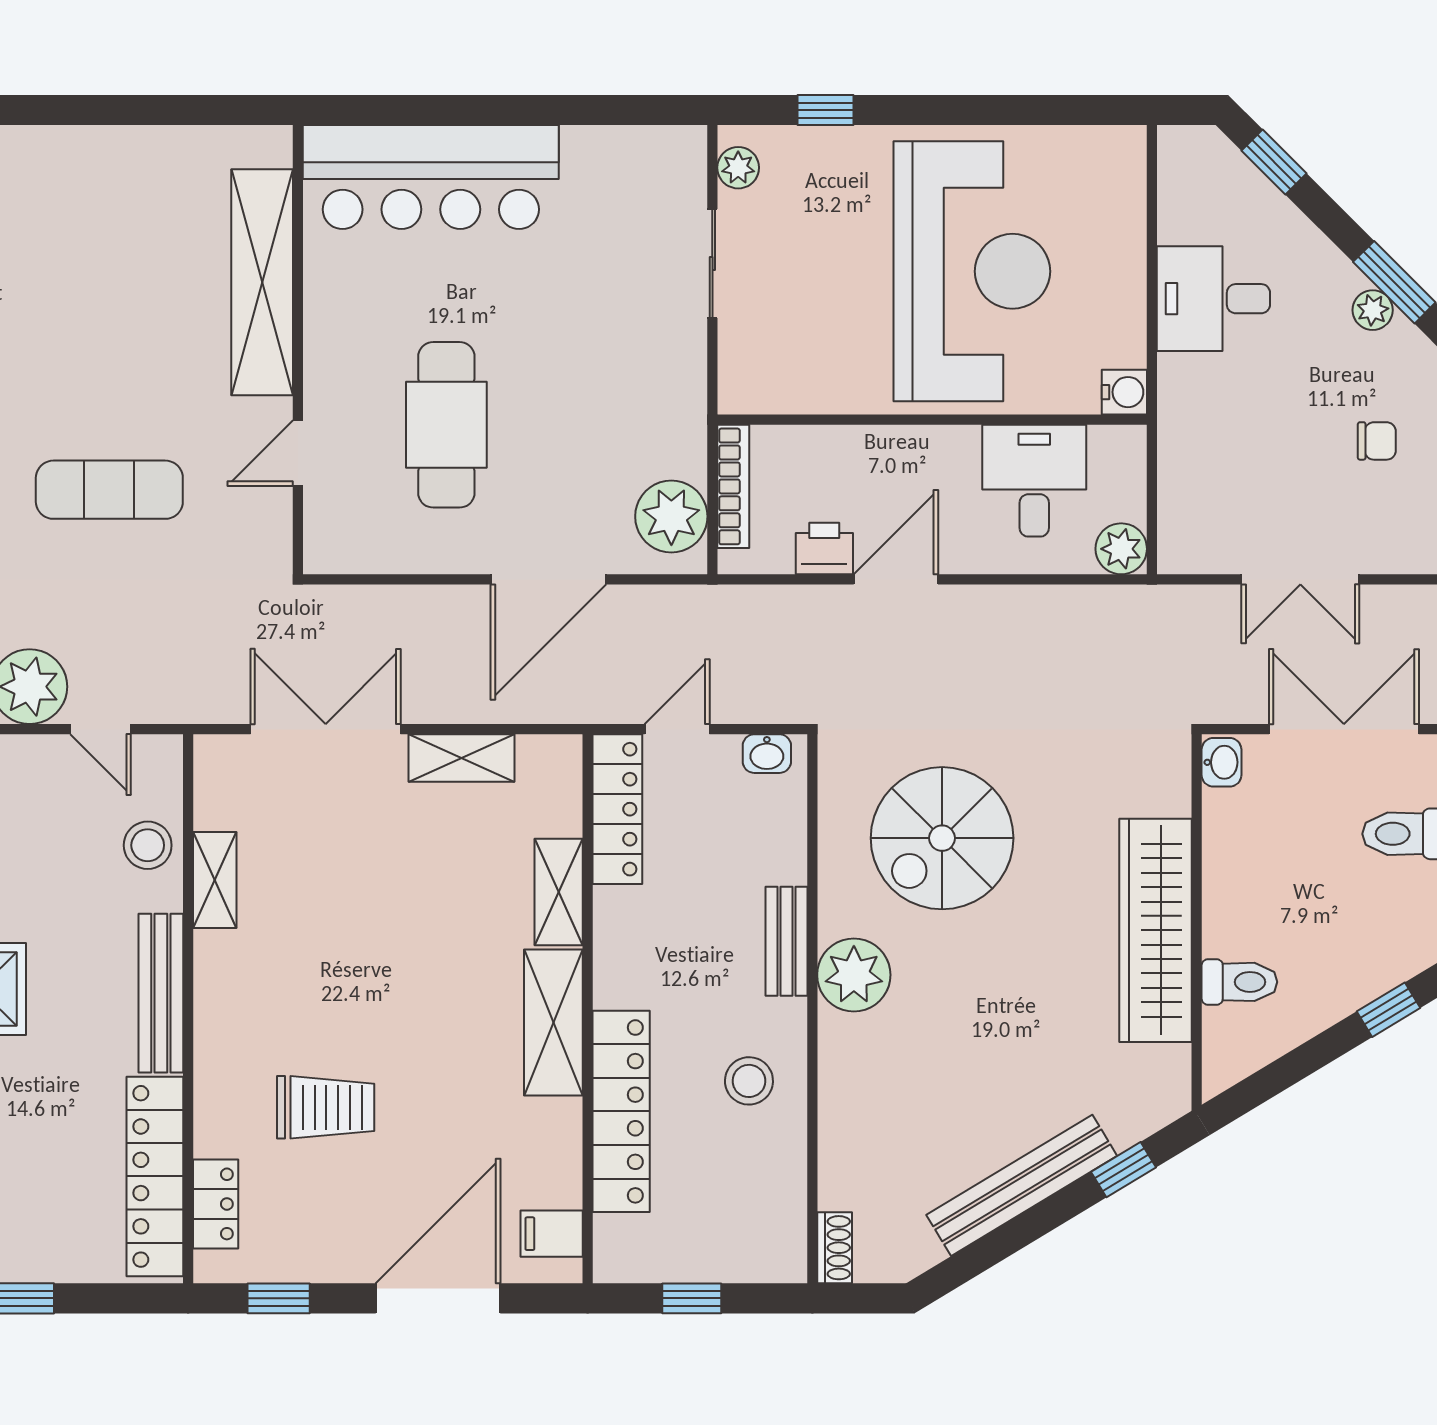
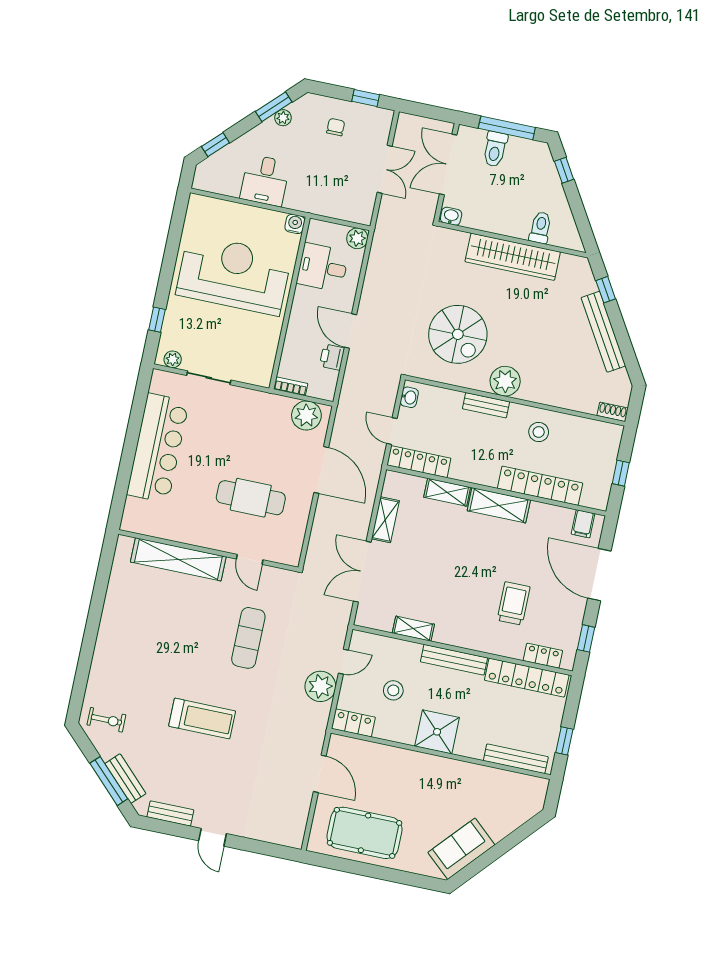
bar counter: (431, 177) -> (158, 448), moved
bookcase: (733, 486) -> (291, 386), width x0.64
stool: (148, 845) -> (393, 690), moved

